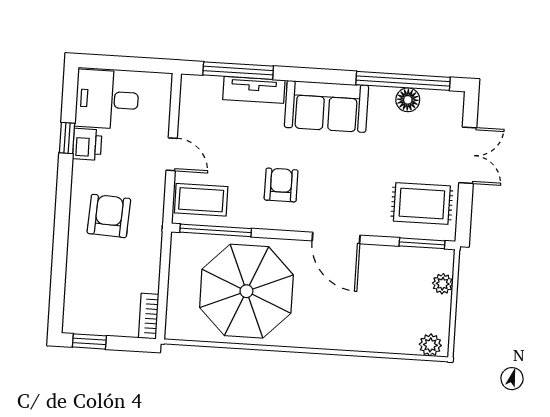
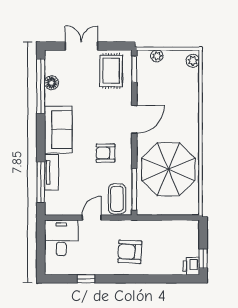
desk: (107, 99) -> (61, 238), moved, turned 180
printer: (87, 144) -> (191, 266), moved, turned -90
bookcase: (149, 316) -> (186, 225), removed

